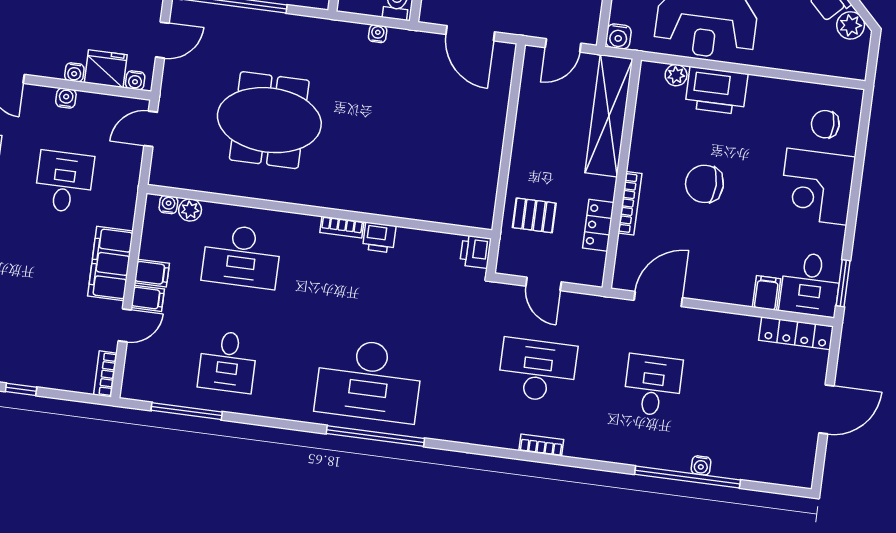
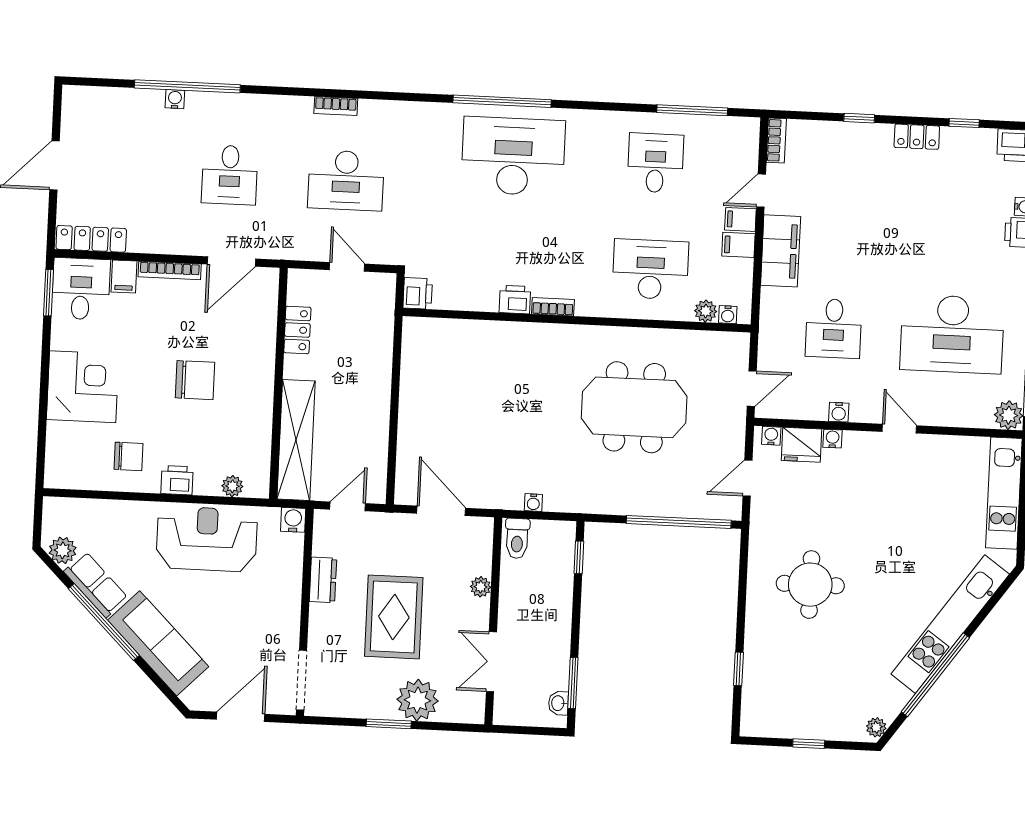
printer: (716, 91) -> (177, 480), width x0.53, depth x0.68
chair: (825, 124) -> (129, 456), moved
bookcase: (630, 203) -> (170, 270), moved, turned -90
pallet: (534, 215) -> (362, 335), removed

